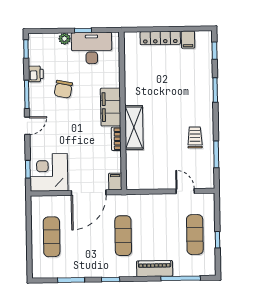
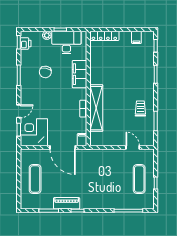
locker: (160, 38) -> (104, 36), moved
printer: (36, 74) -> (26, 43), moved
filing cabinet: (111, 107) -> (79, 74), moved
door: (27, 126) -> (19, 111), moved
shelving: (134, 127) -> (96, 108), width x1.47
door: (89, 193) -> (63, 147), hinge flipped
exercise mat: (123, 236) -> (87, 179), removed
piano: (155, 269) -> (67, 203), moved

